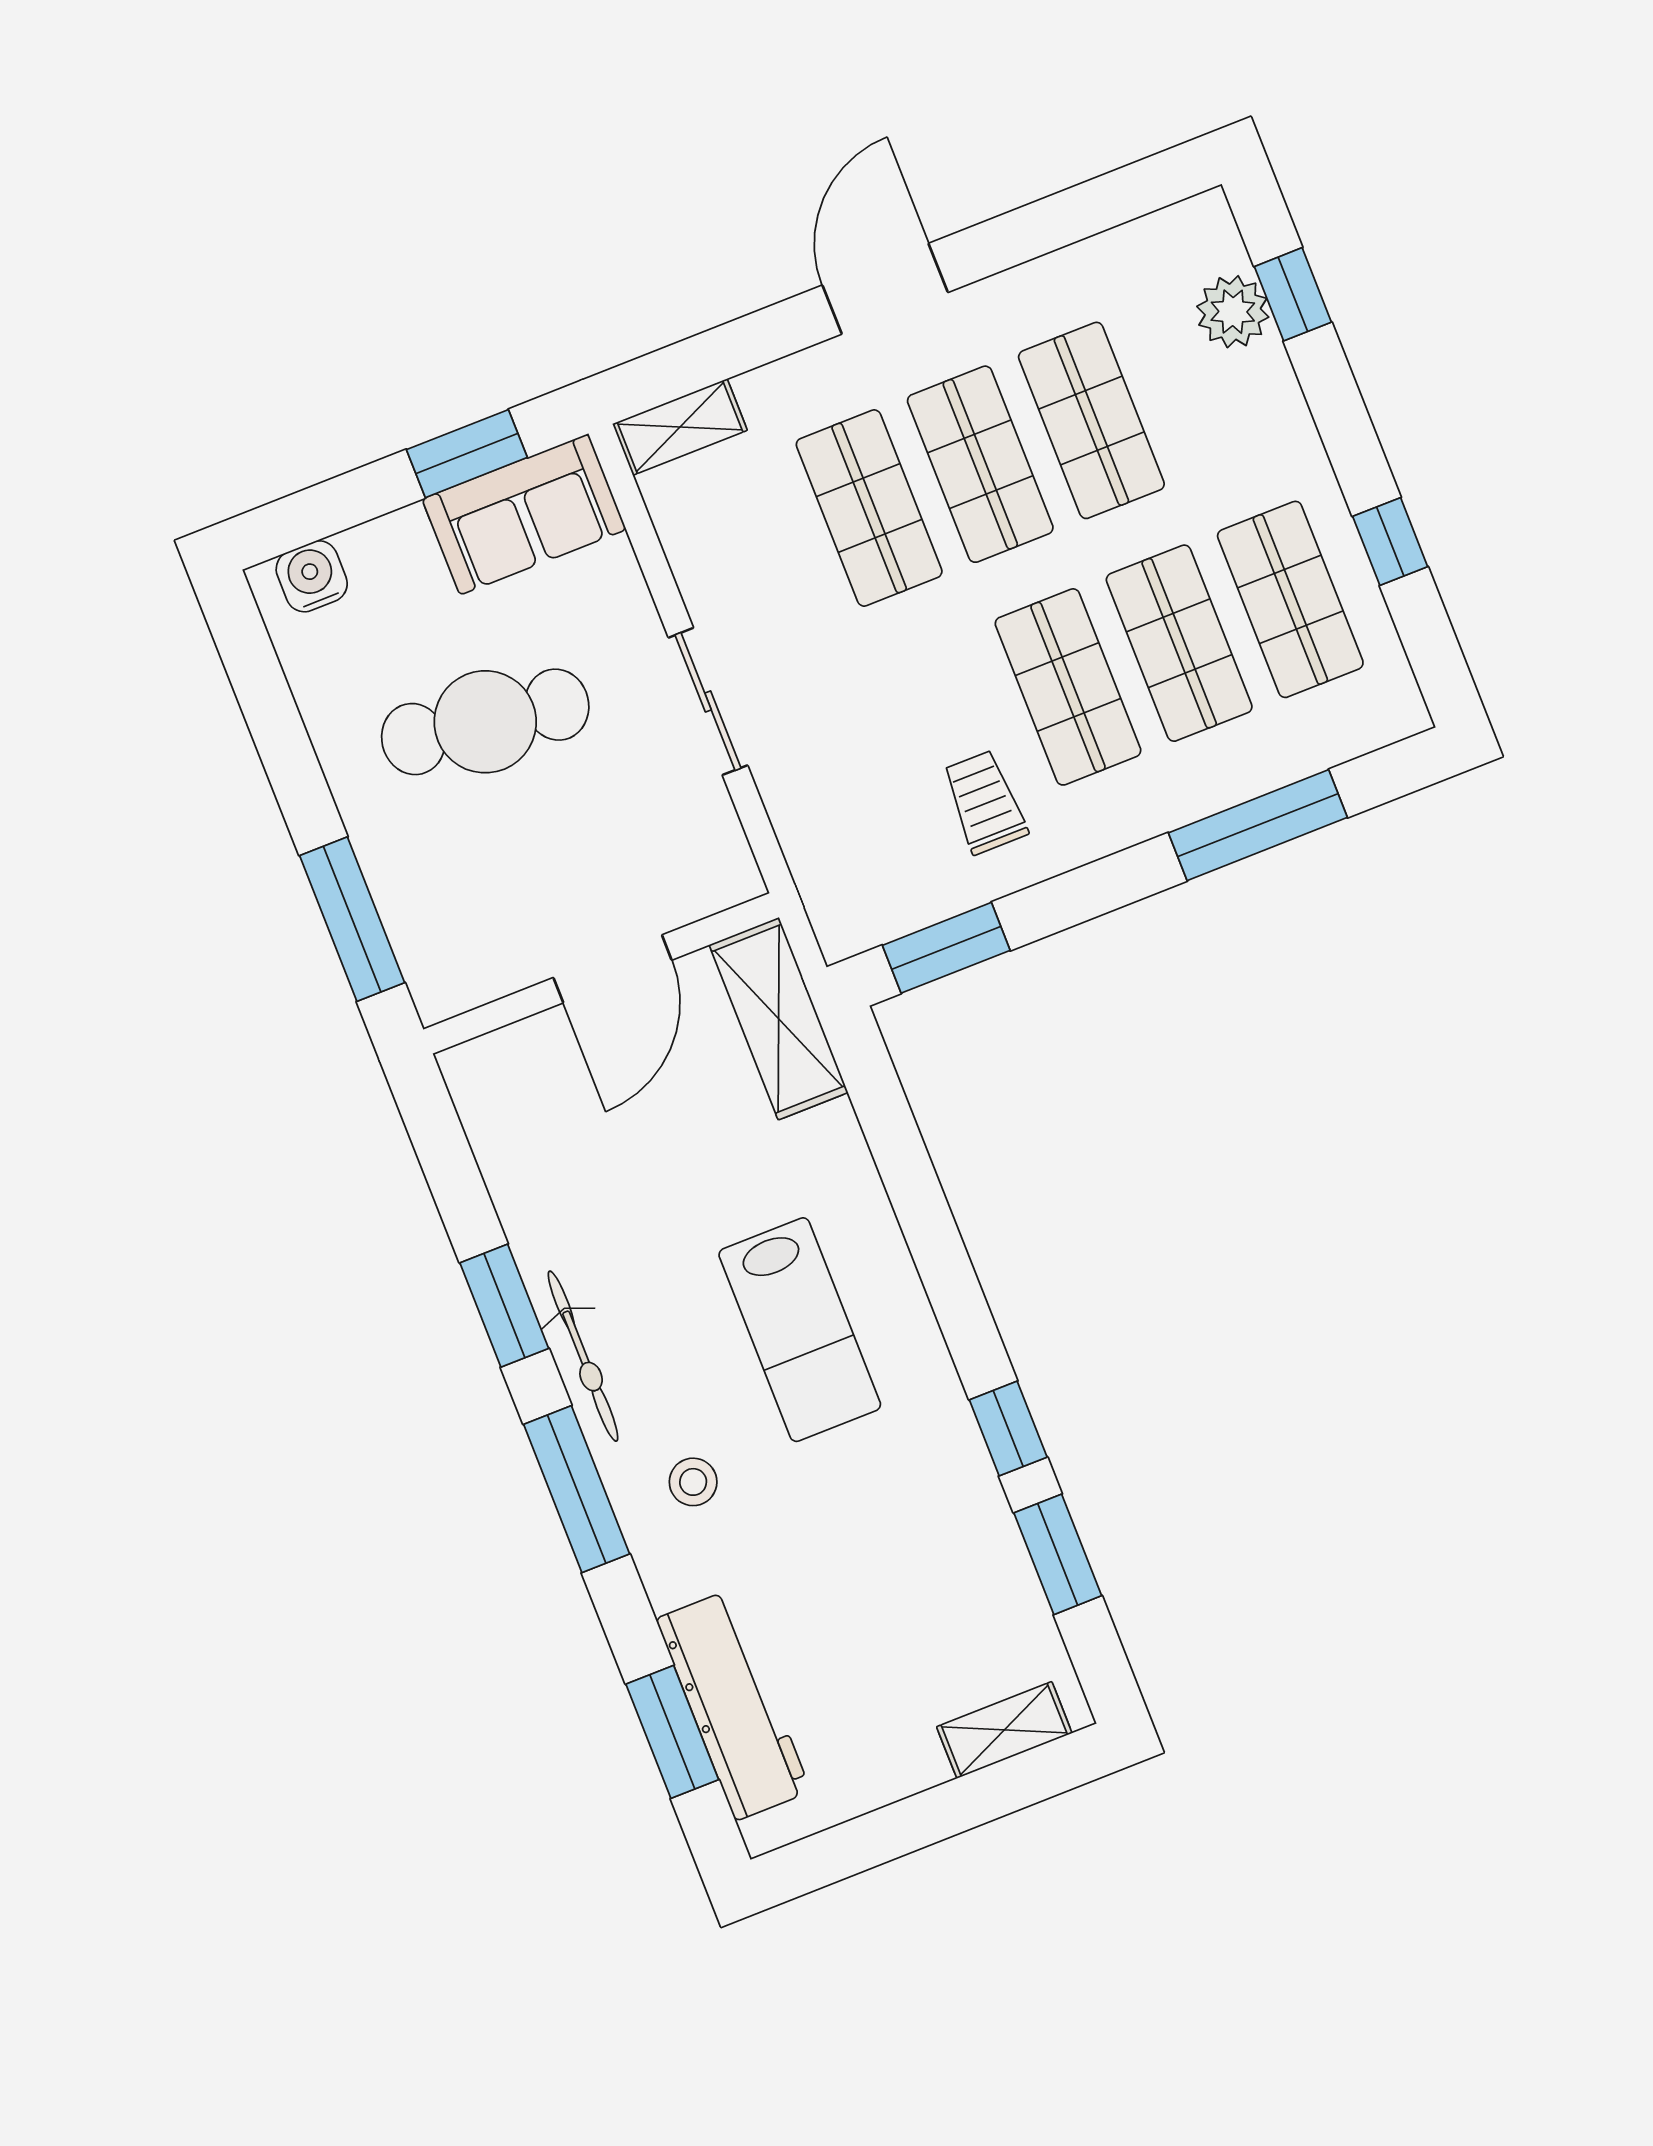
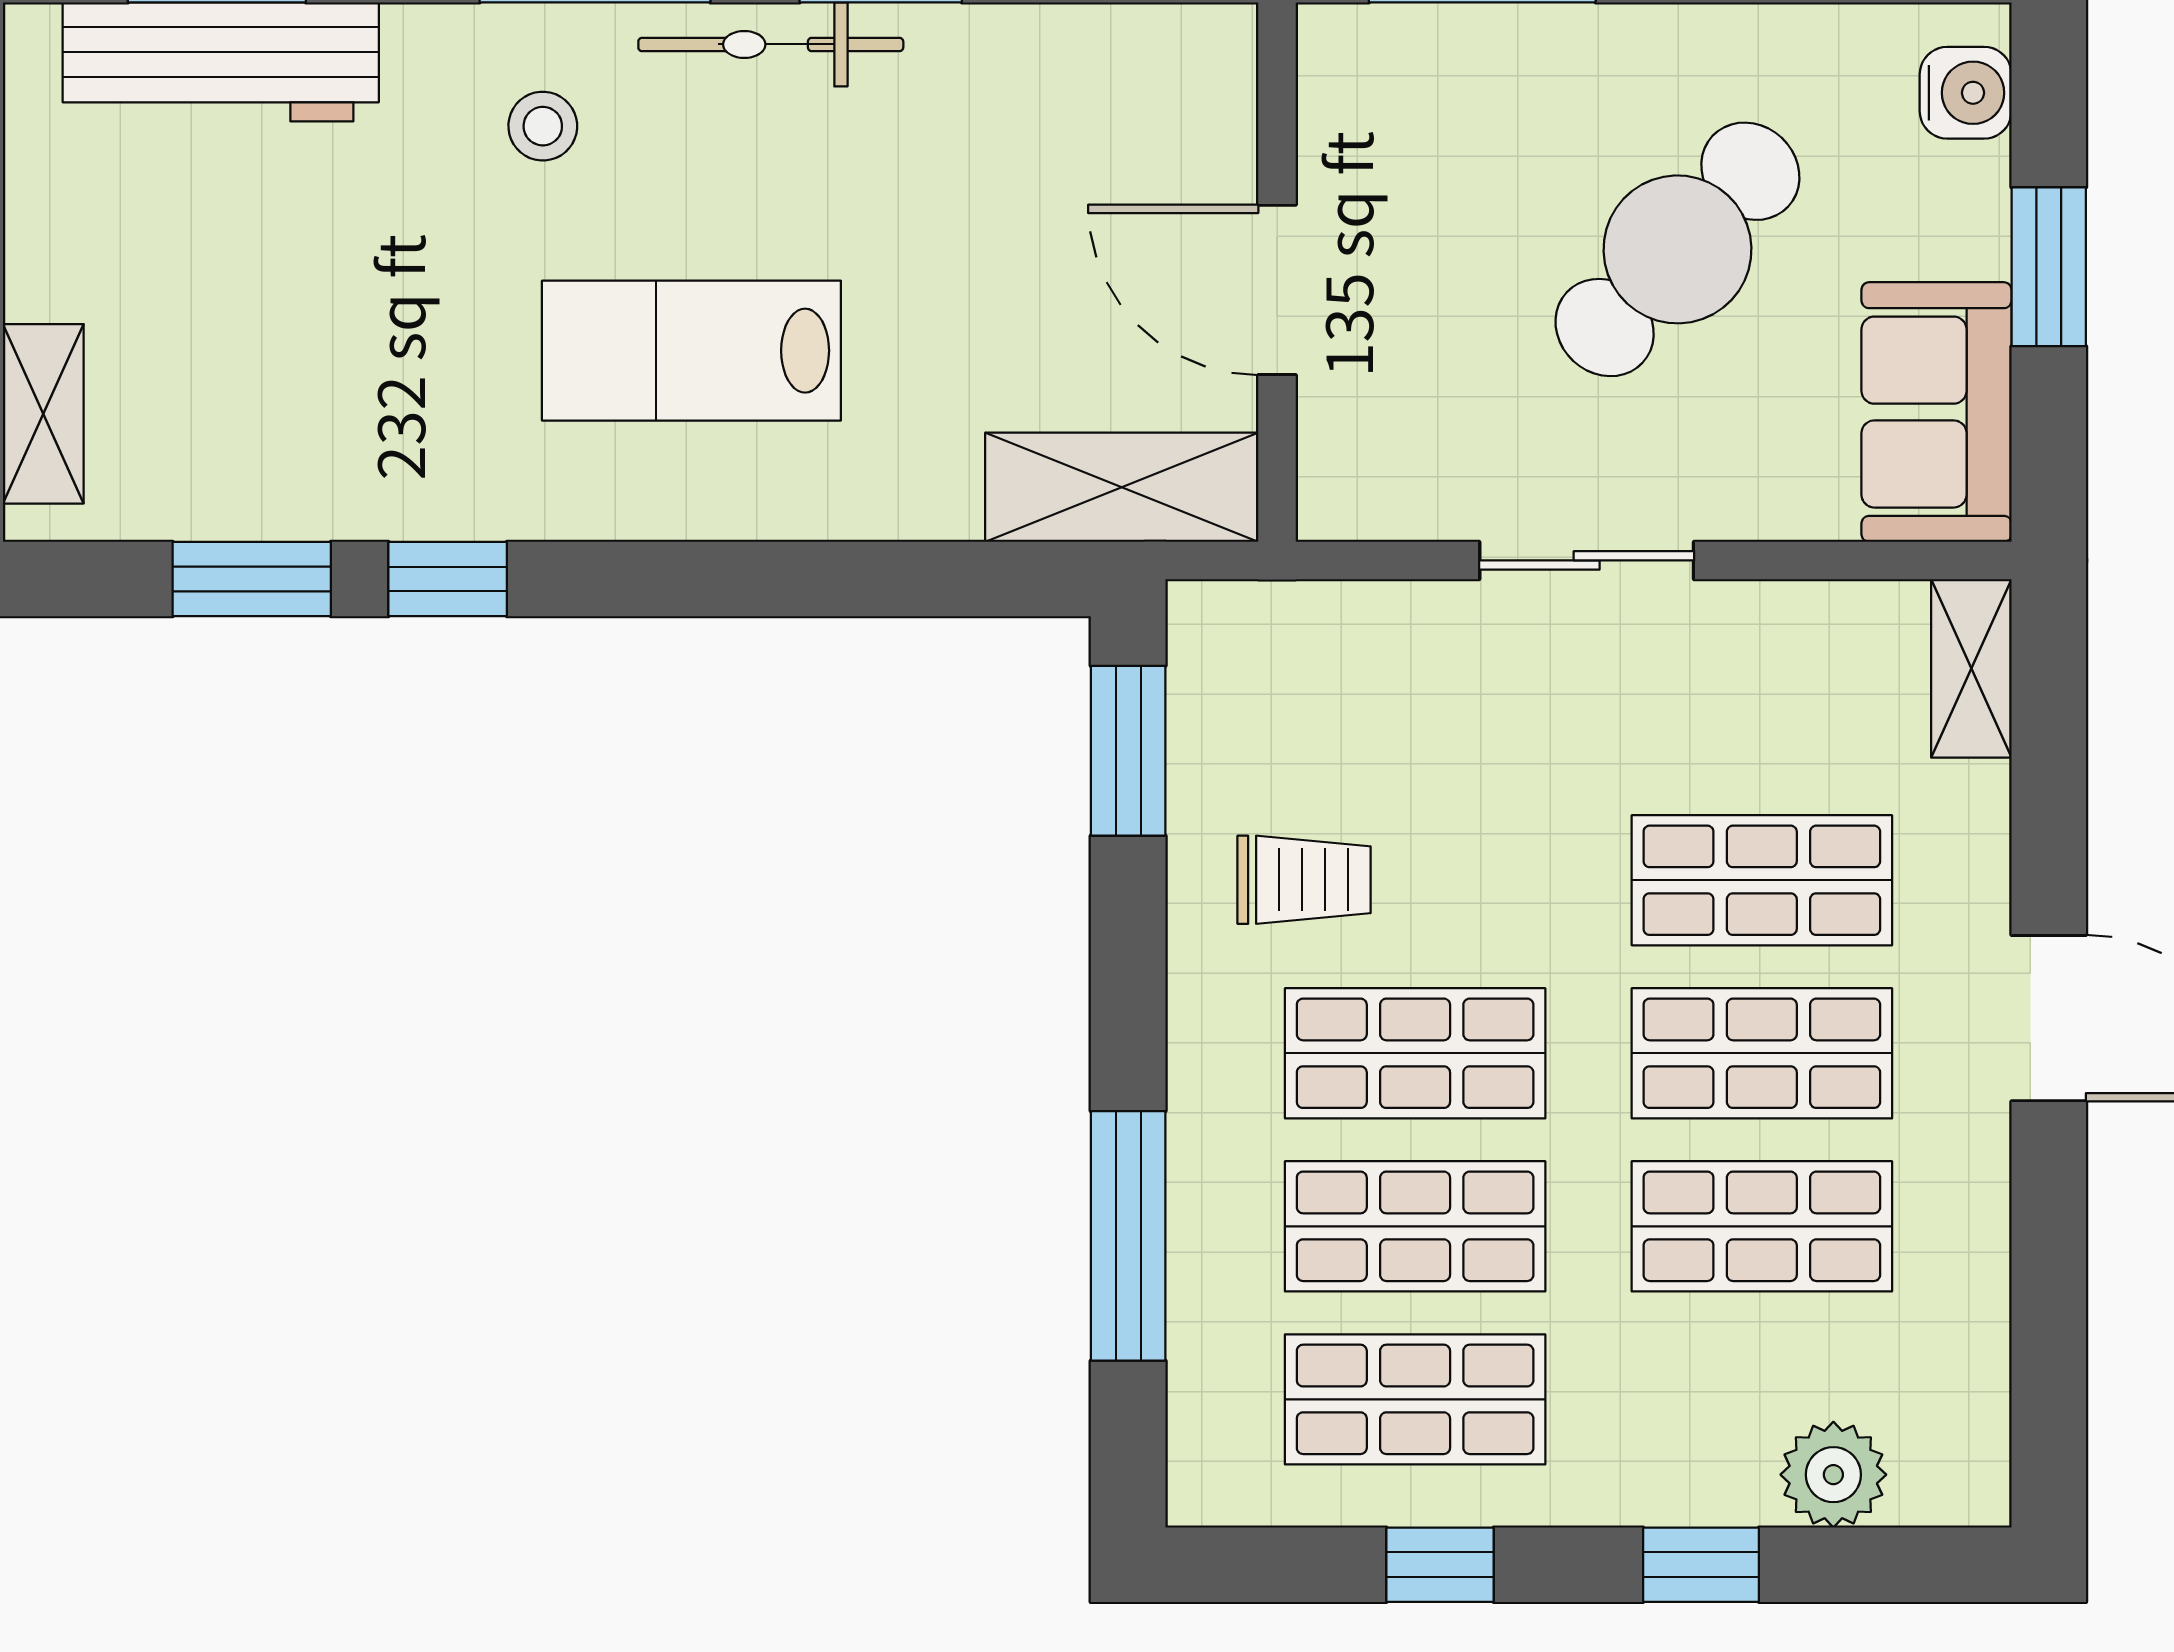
window: (1293, 294) -> (1701, 1565), moved
window: (467, 454) -> (2049, 267), moved
cafe table: (485, 722) -> (1677, 249), turned 35

